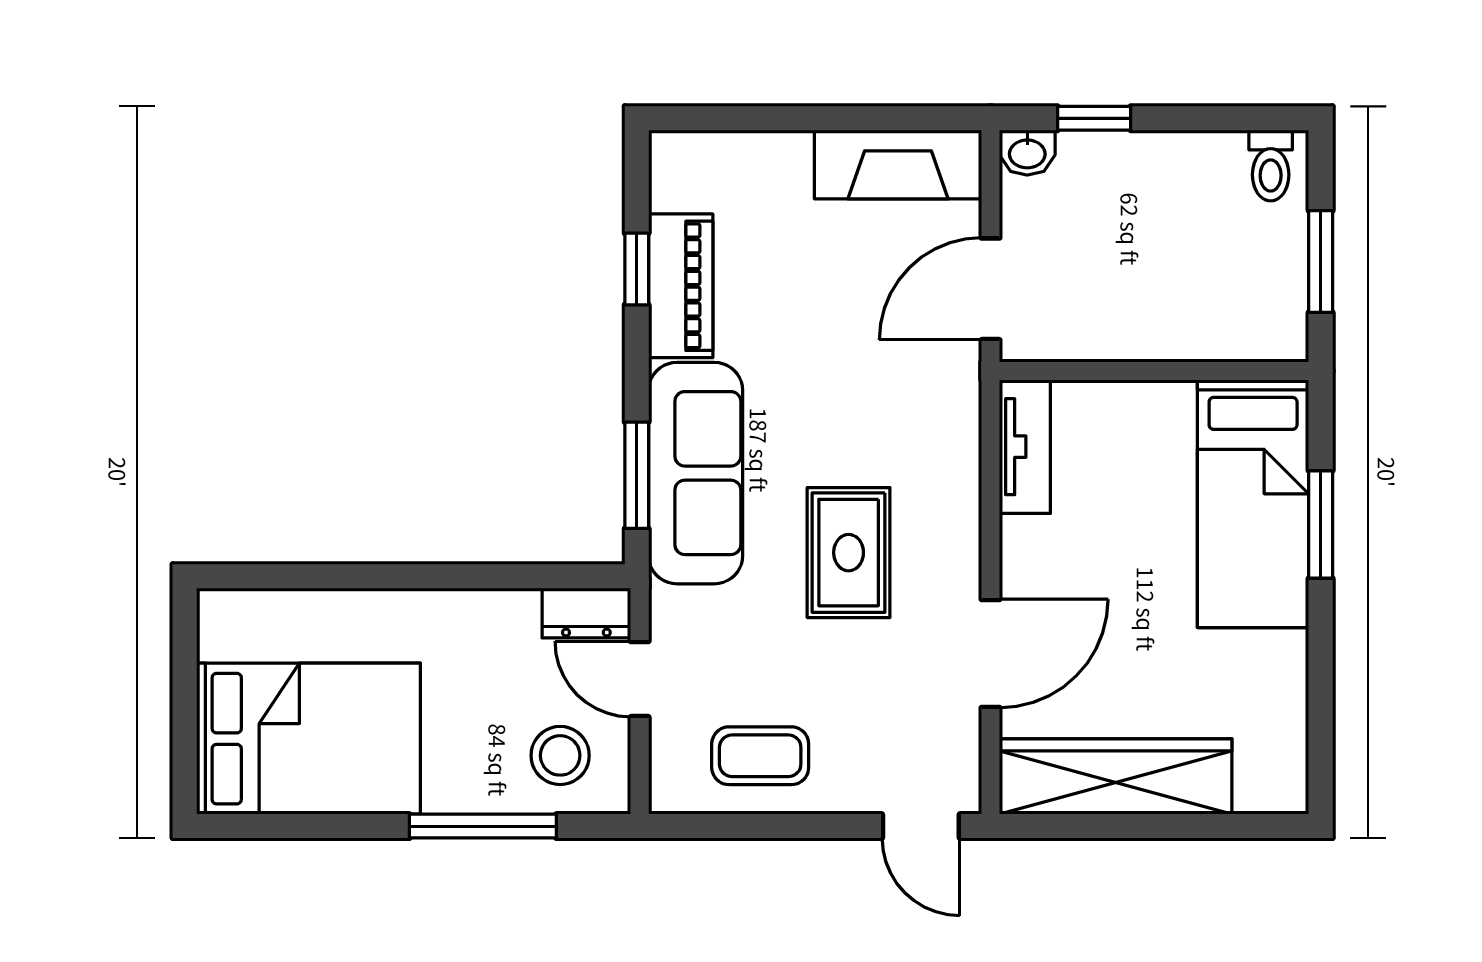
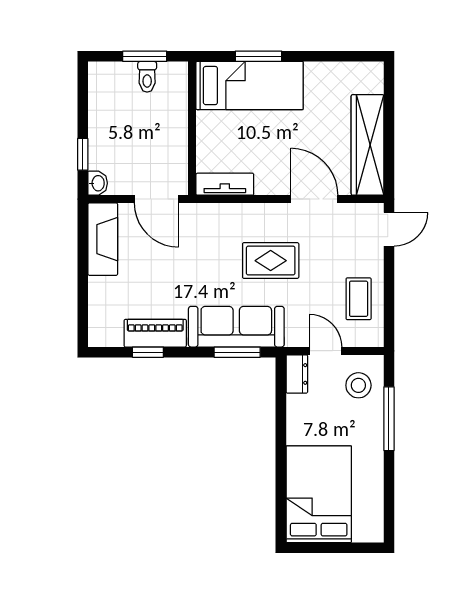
toilet: (1271, 166) -> (147, 77), moved, turned 90
door: (640, 679) -> (325, 351), swing flipped
bed: (308, 739) -> (319, 494), moved

